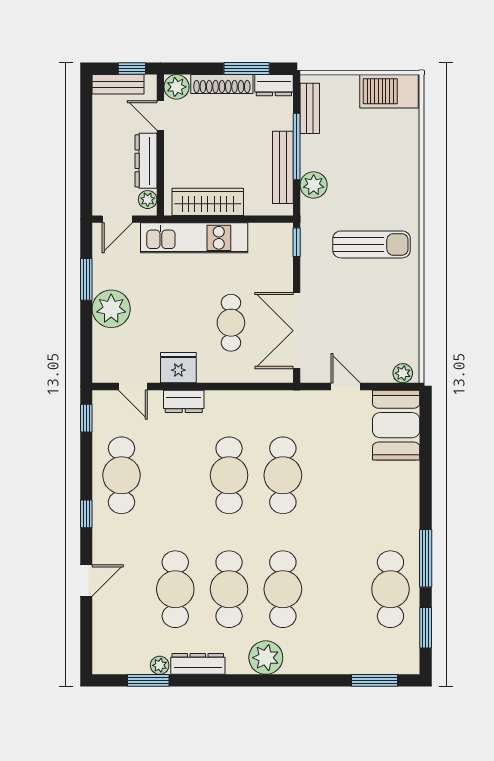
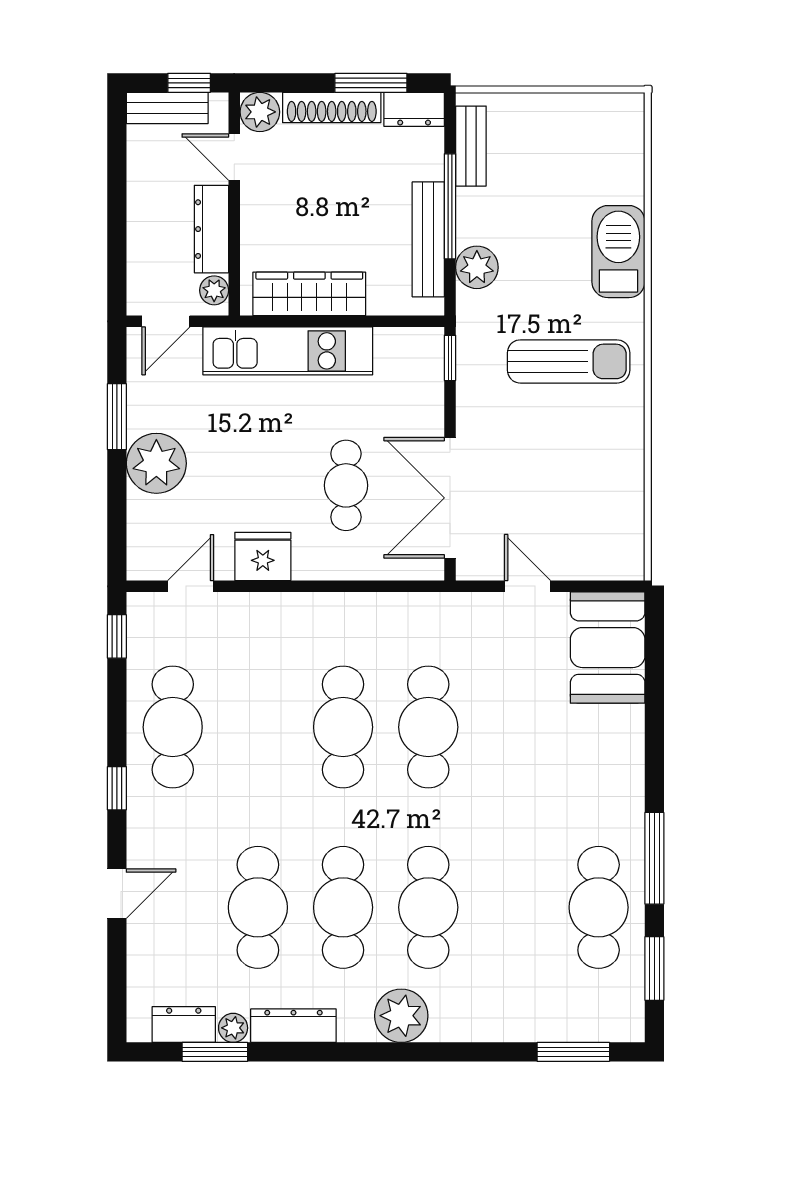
barbecue: (389, 91) -> (618, 252), moved, turned 90
plant: (403, 373) -> (618, 565), removed
door: (133, 386) -> (191, 586), swing flipped
dresser: (184, 401) -> (184, 1025), moved, turned 180

